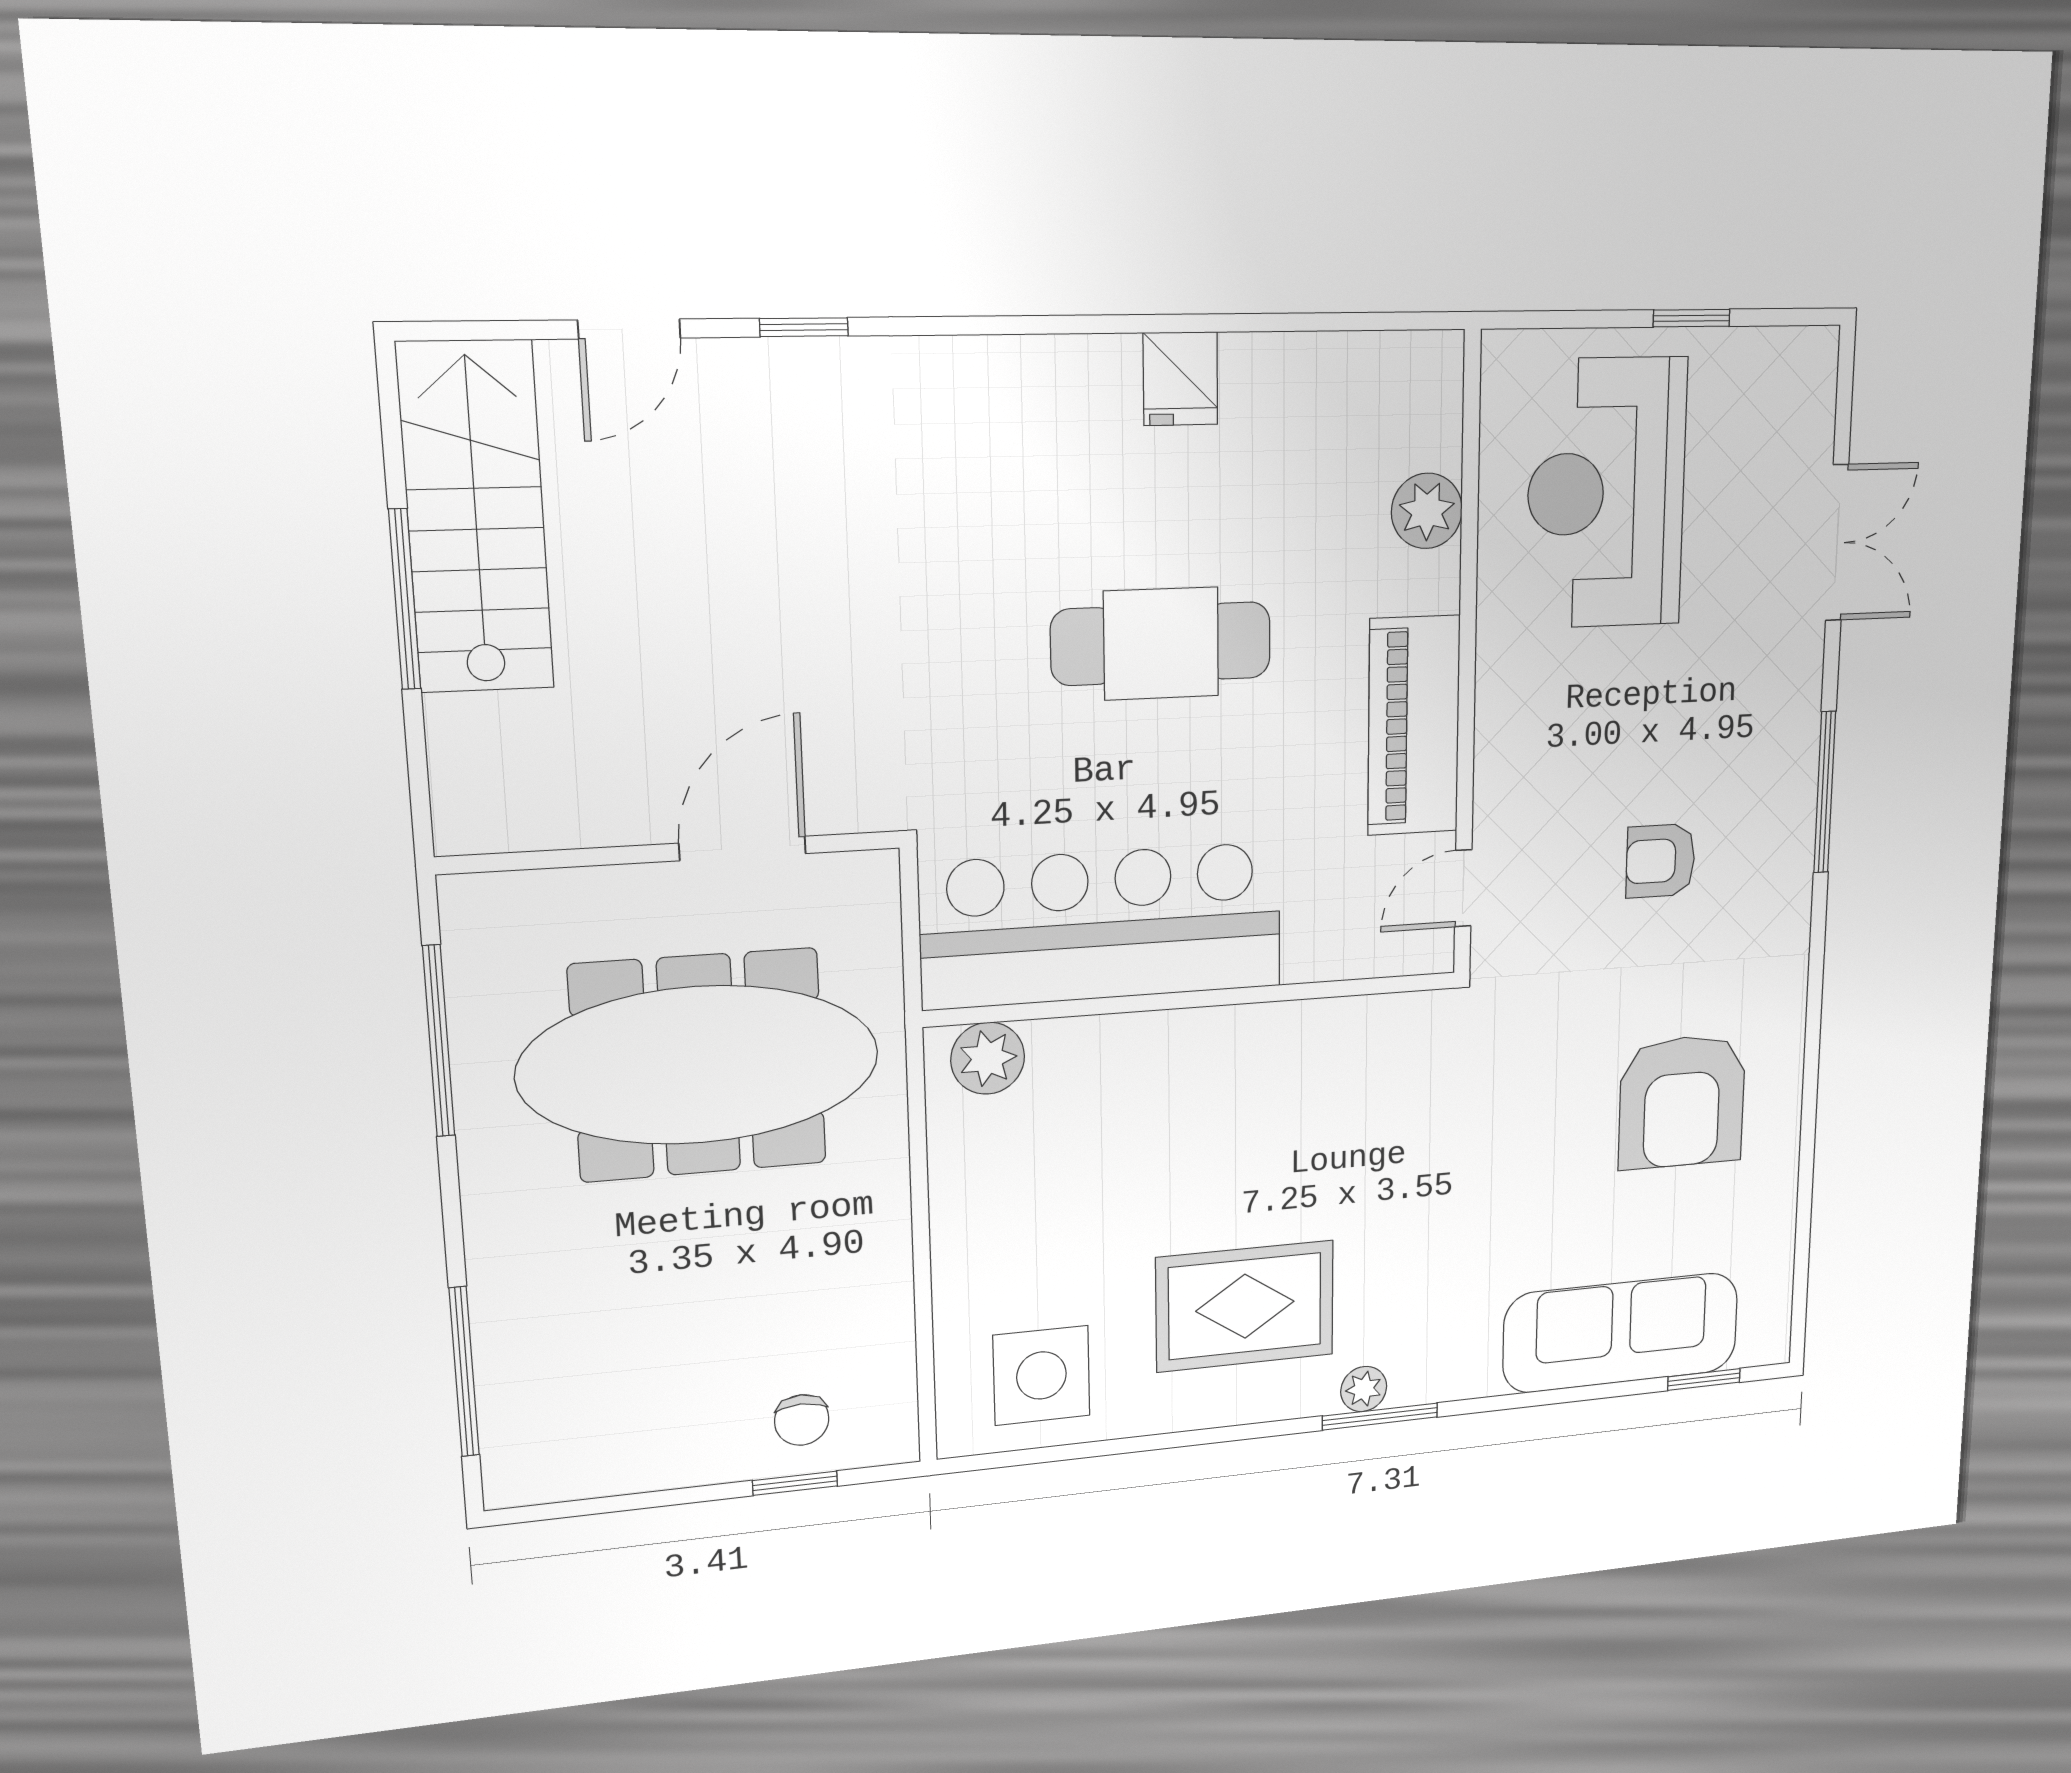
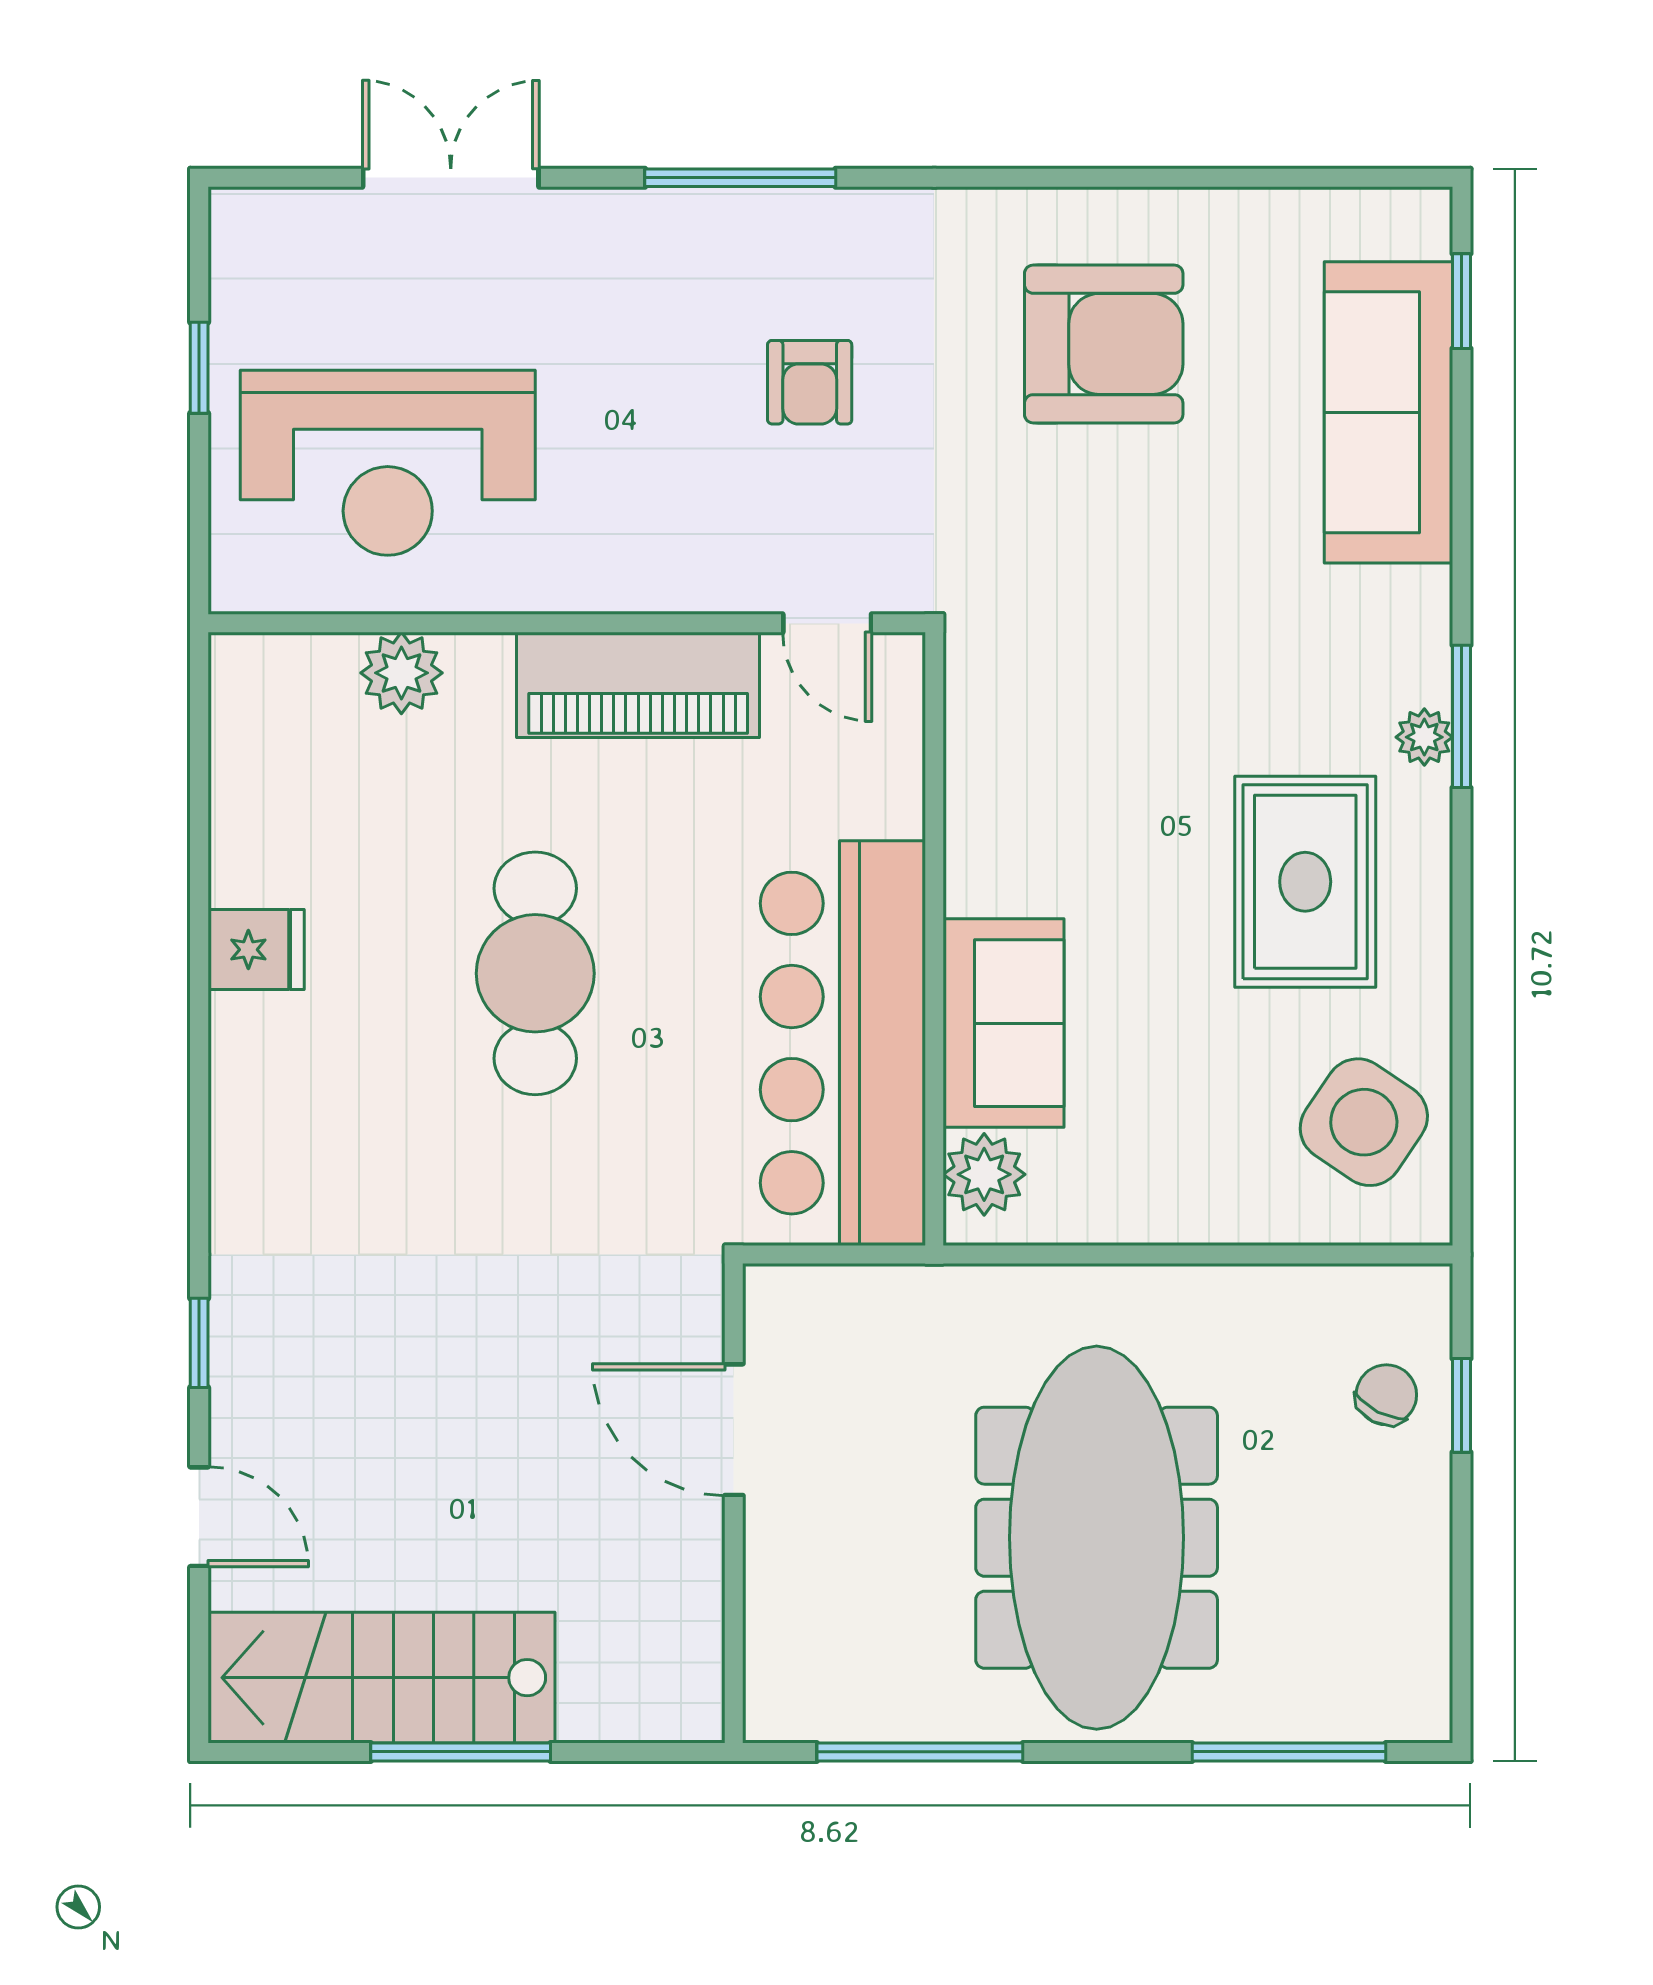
meeting table: (699, 1065) -> (1097, 1538), moved
sofa: (1122, 1065) -> (1004, 1023), added
side table: (1041, 1375) -> (1364, 1122), turned 34
chair: (802, 1420) -> (1386, 1395), turned -63

